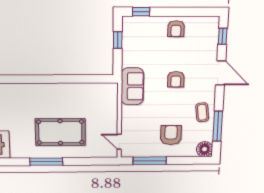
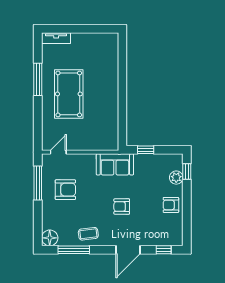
plant: (147, 23) -> (176, 178), added
window: (118, 40) -> (146, 150), moved
armchair: (171, 135) -> (65, 190), moved

